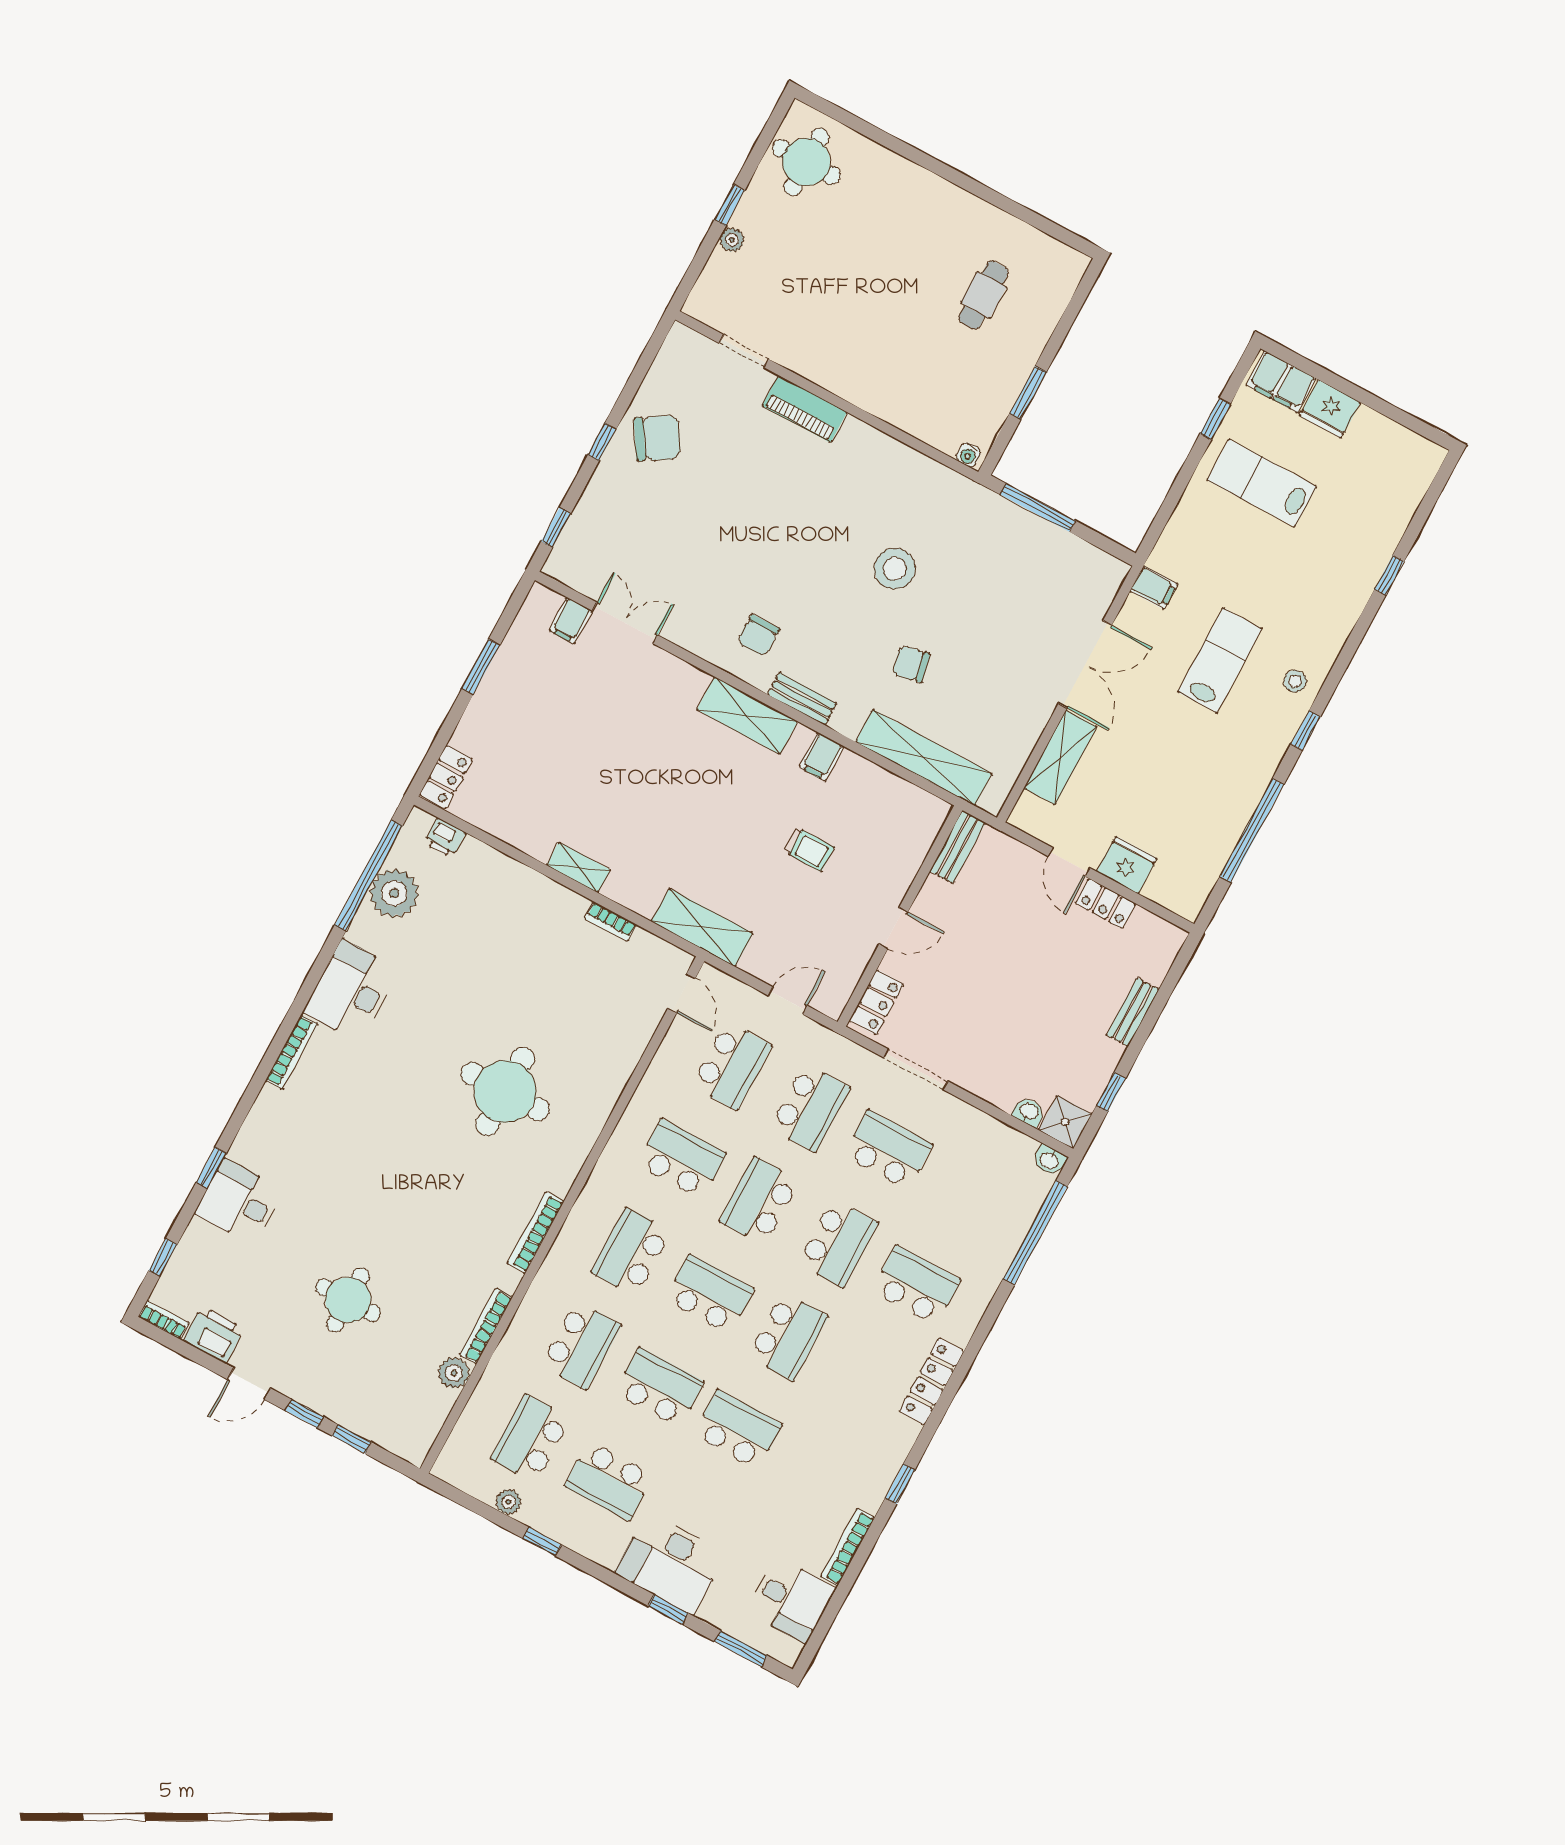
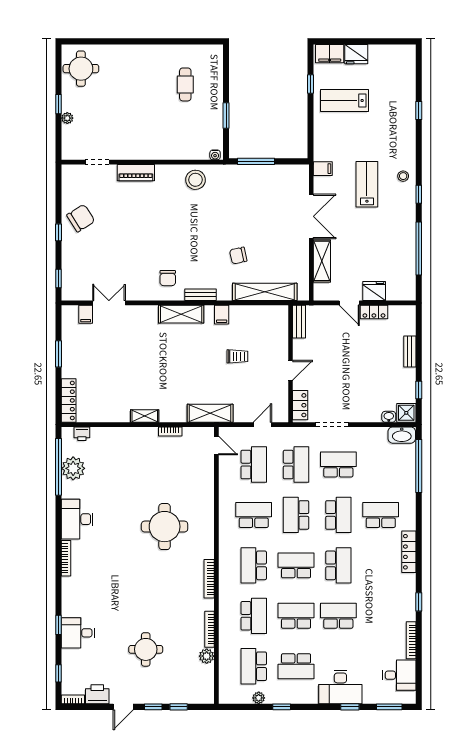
stool: (895, 569) -> (195, 180), moved
locker: (446, 777) -> (69, 400), width x1.53
washbasin: (1049, 1160) -> (402, 435), width x1.91, depth x1.45

